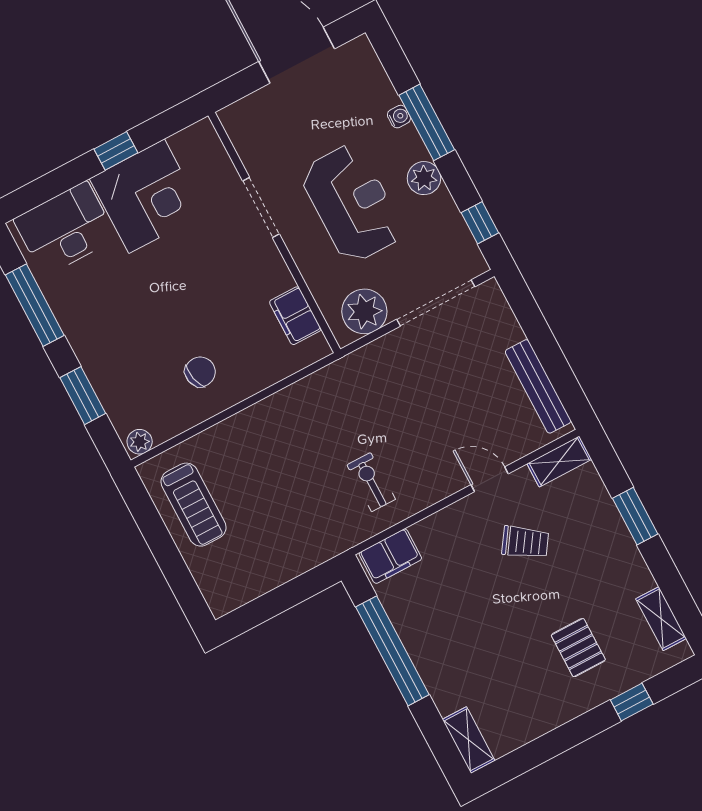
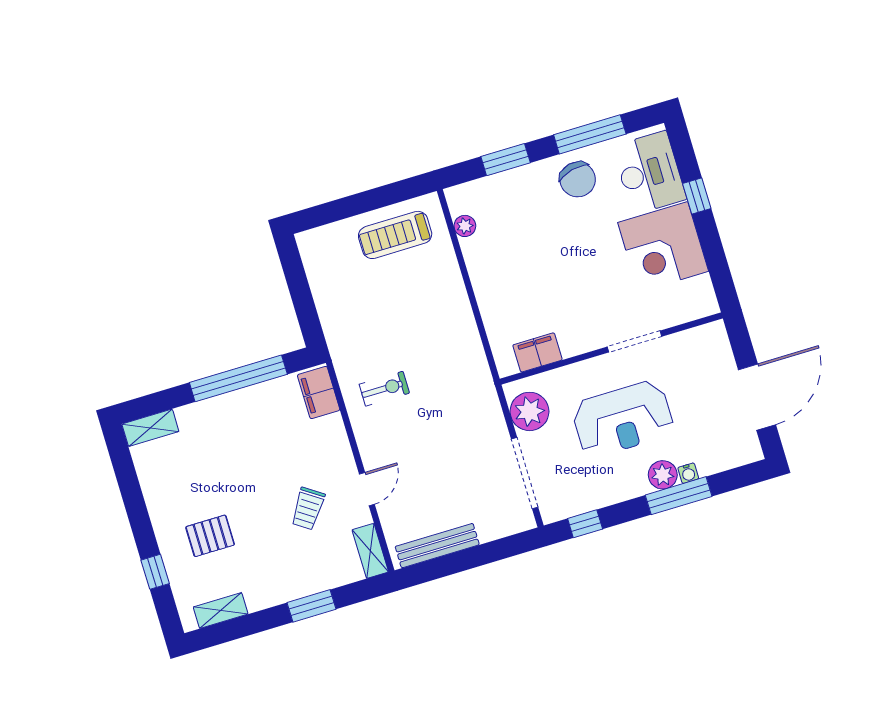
window: (116, 151) -> (697, 196), moved
plant: (424, 178) -> (663, 475), moved
chair: (200, 372) -> (578, 179), moved, width x1.37, depth x1.37
plant: (140, 442) -> (465, 226), moved

